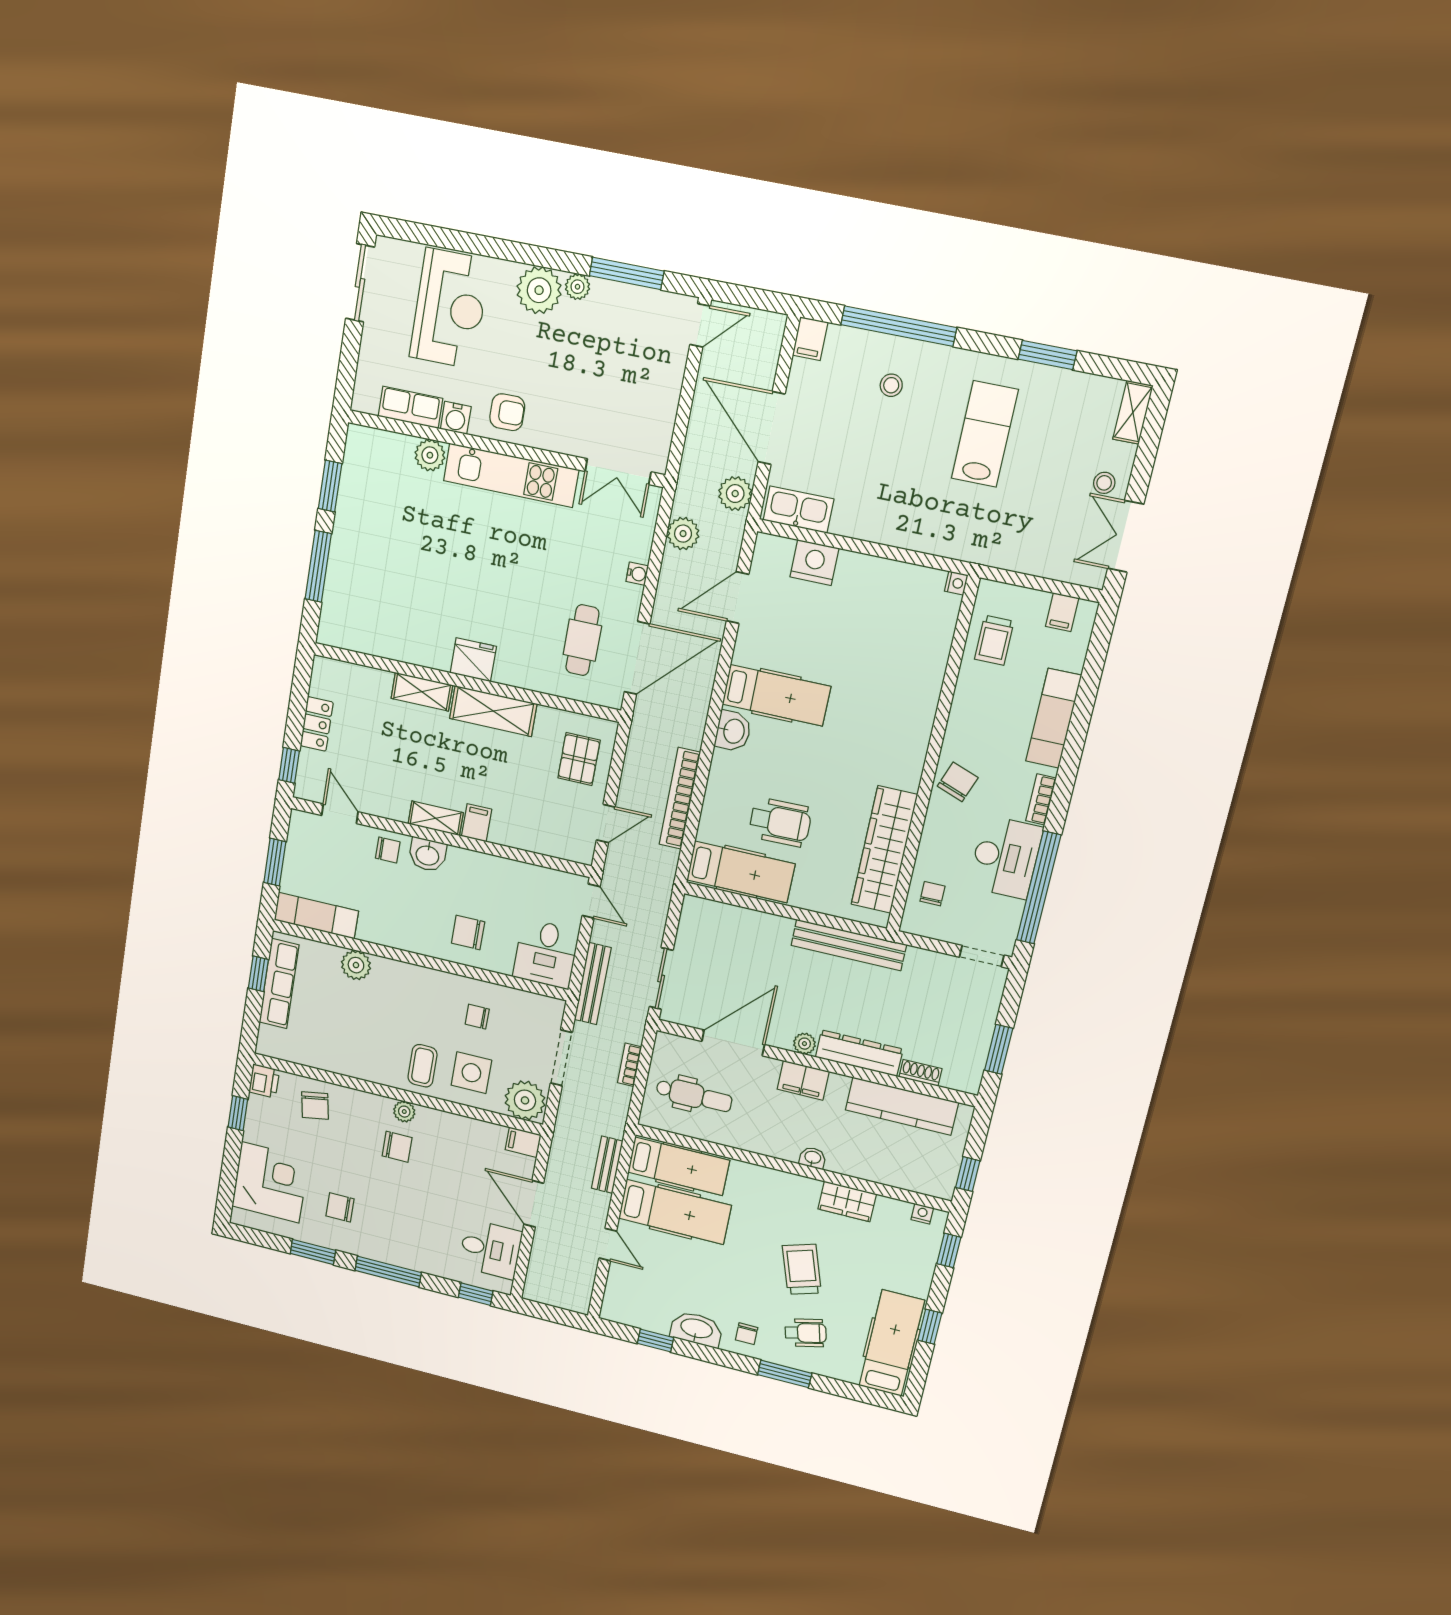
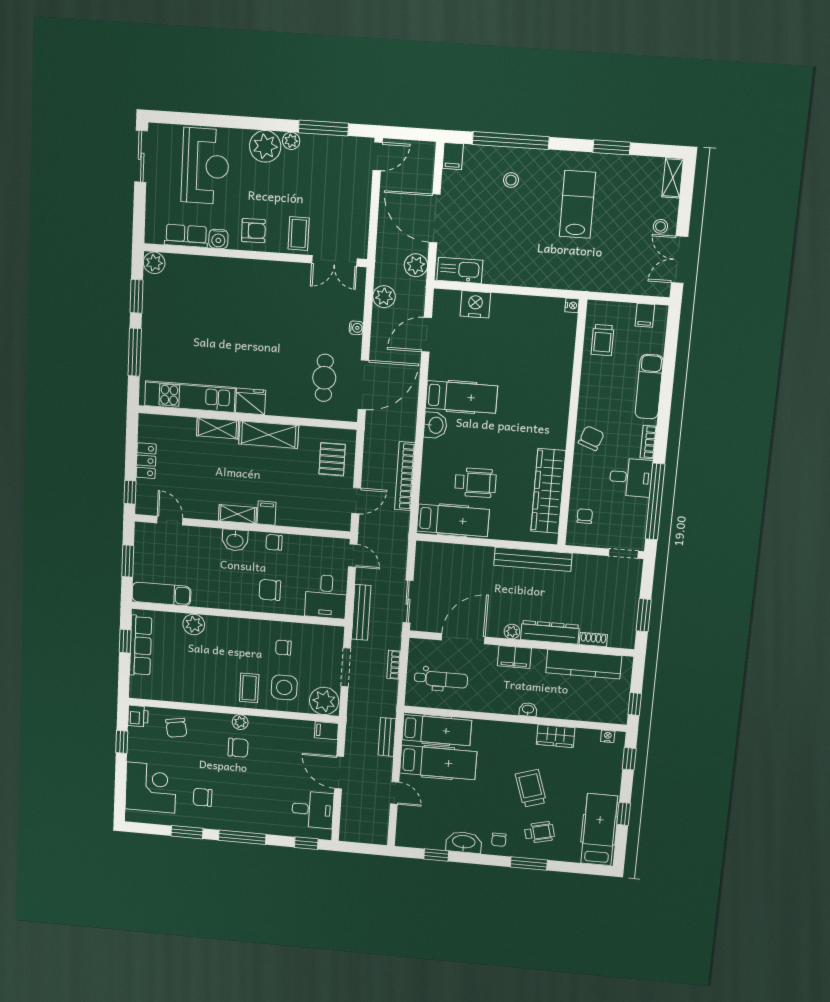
coffee table: (572, 425) -> (299, 234), added
plant: (430, 455) -> (154, 263), moved
kitchen unit: (511, 475) -> (190, 397), moved, turned 180
chair: (388, 850) -> (274, 542), moved, turned 180
desk: (1005, 857) -> (631, 477), width x0.73

